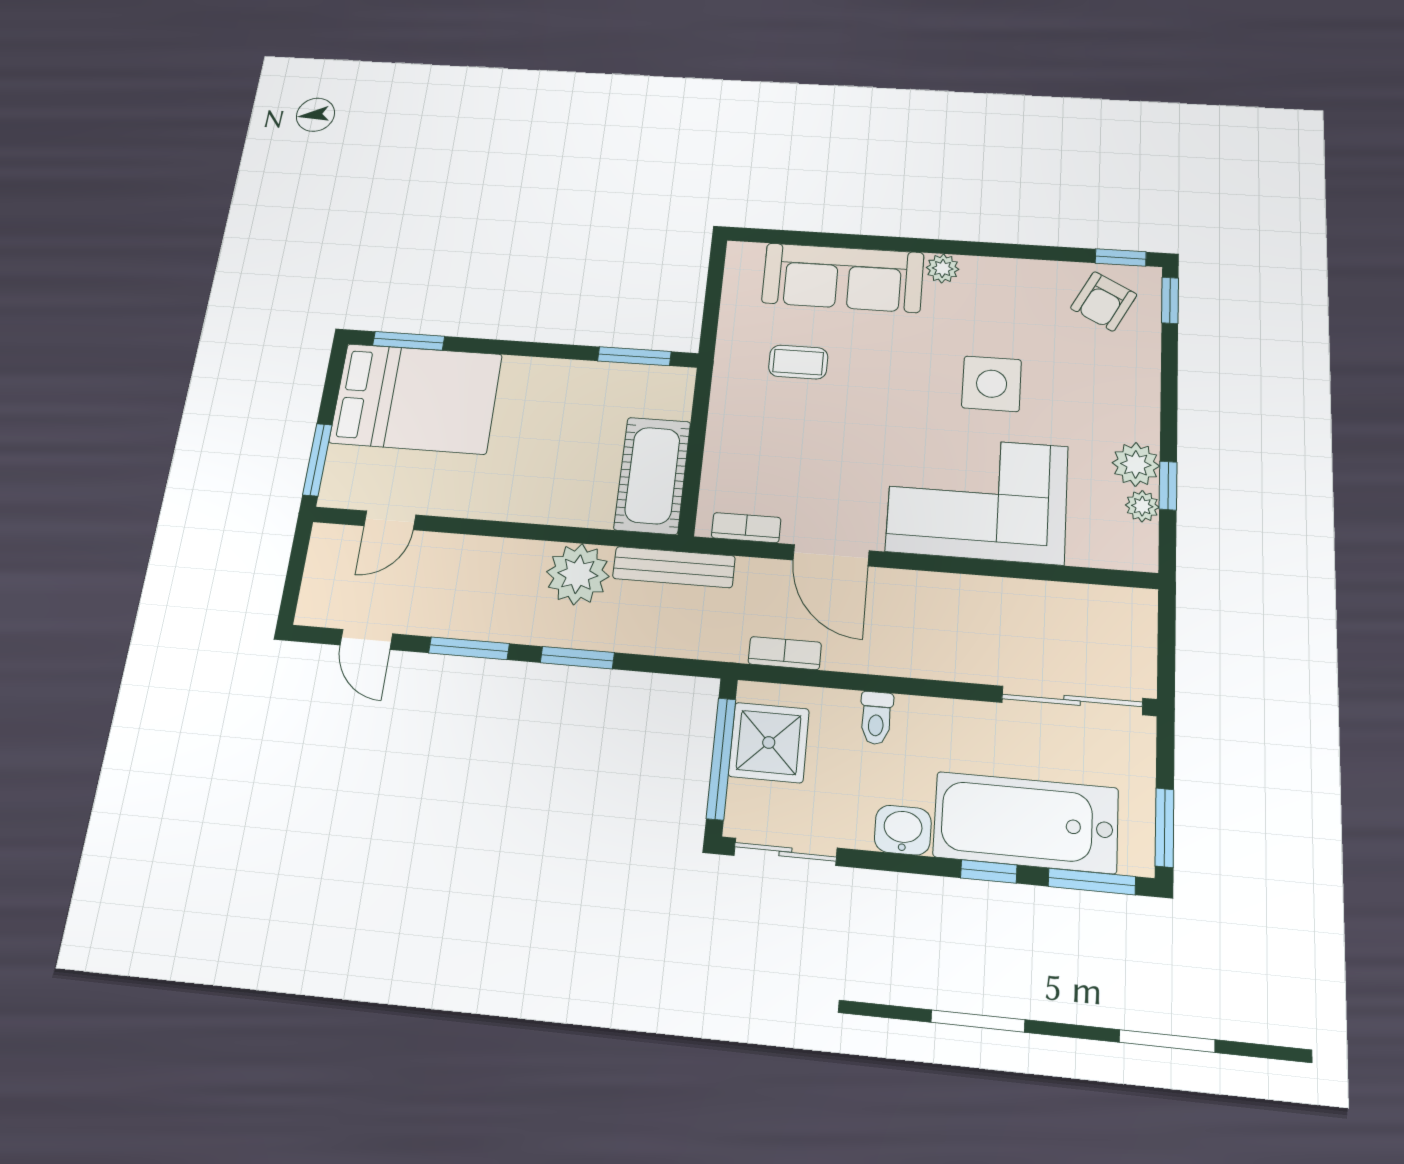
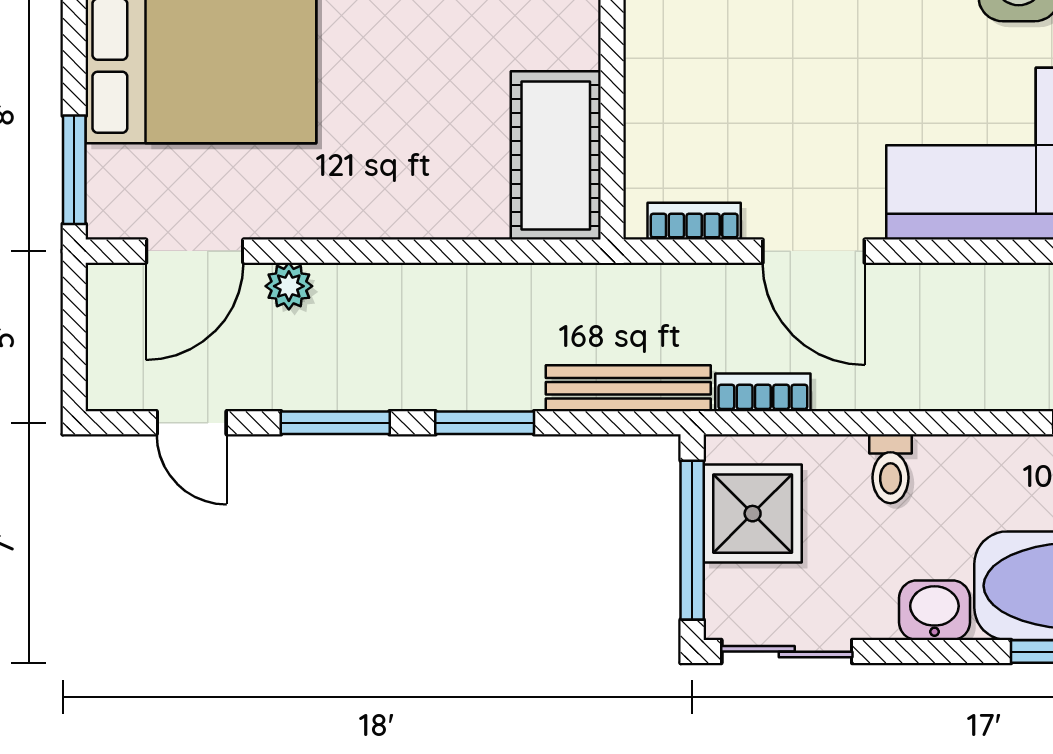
door: (390, 520) -> (195, 251), width x1.38
bench: (674, 567) -> (628, 388), moved
plant: (578, 574) -> (289, 286), moved, width x0.53, depth x0.53

